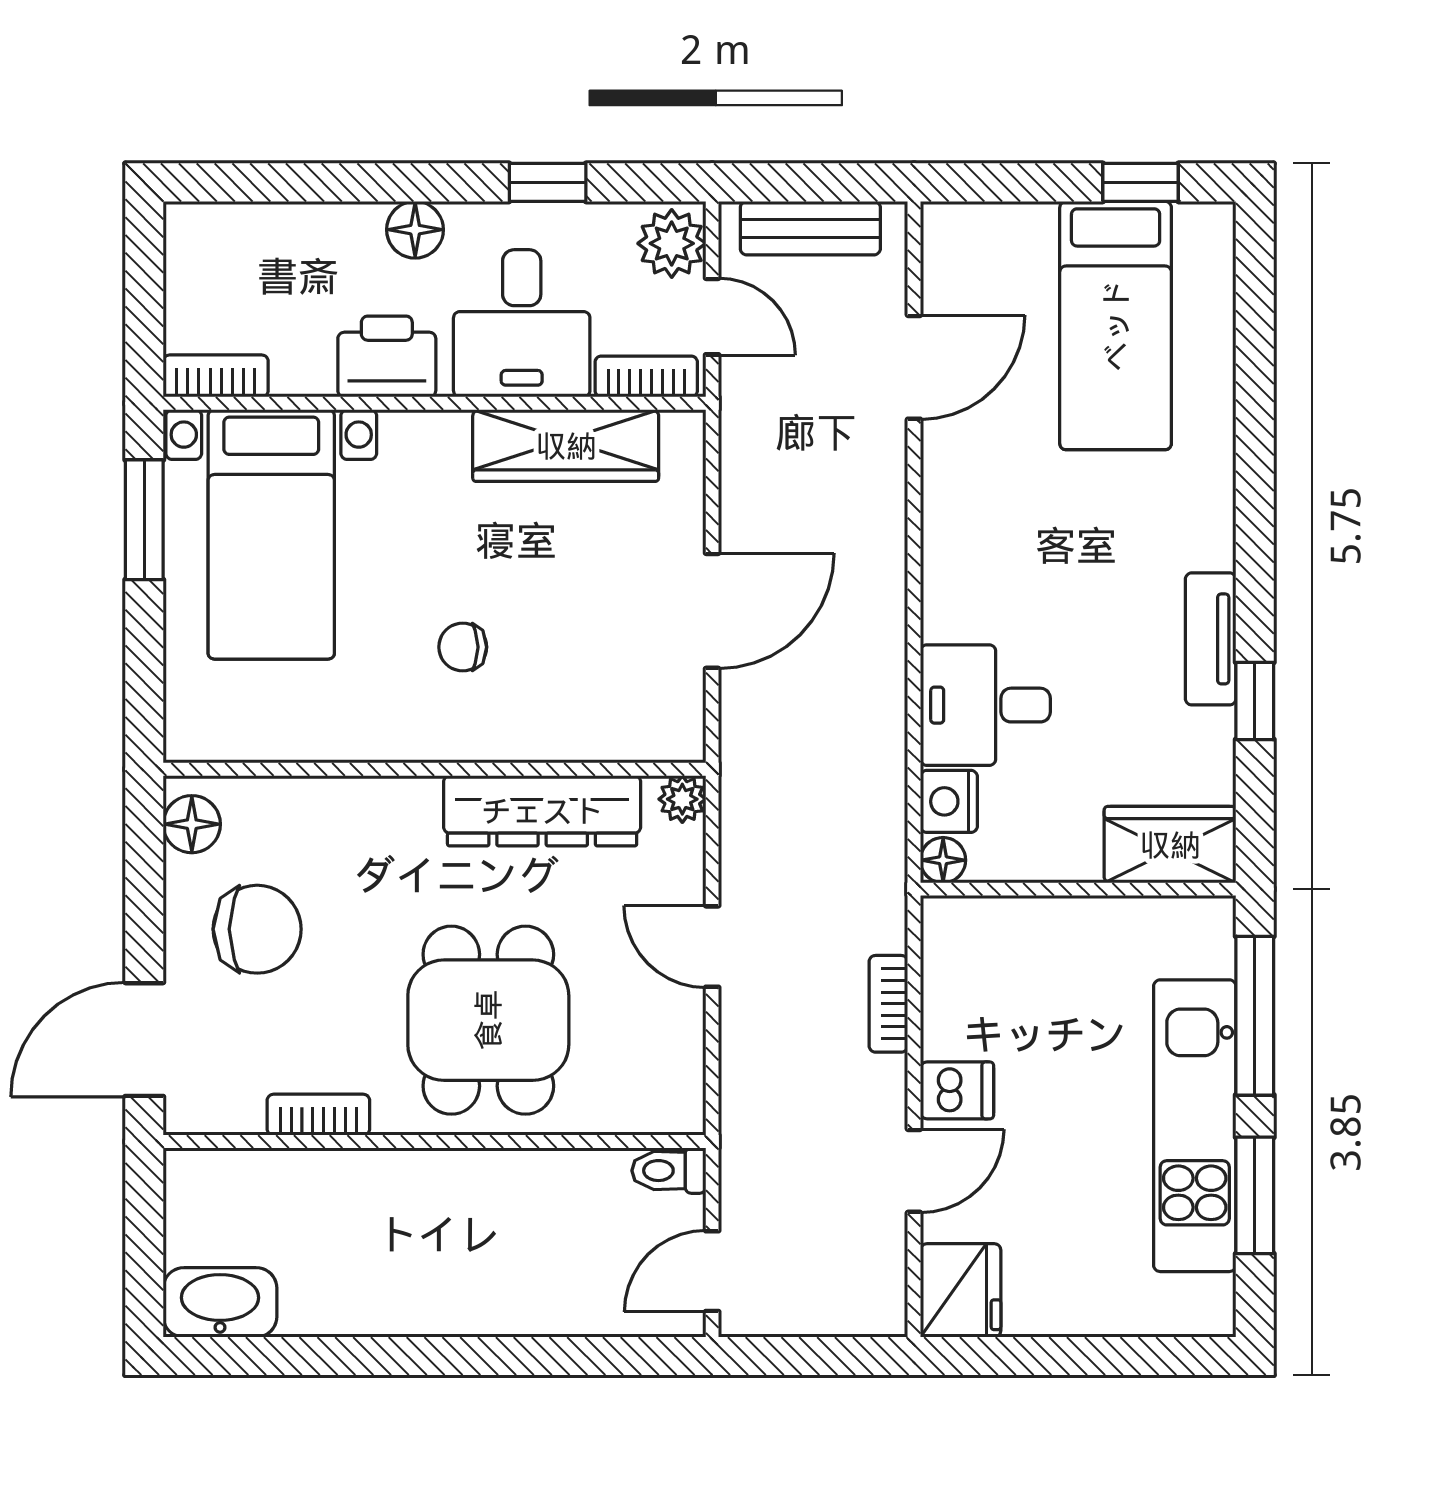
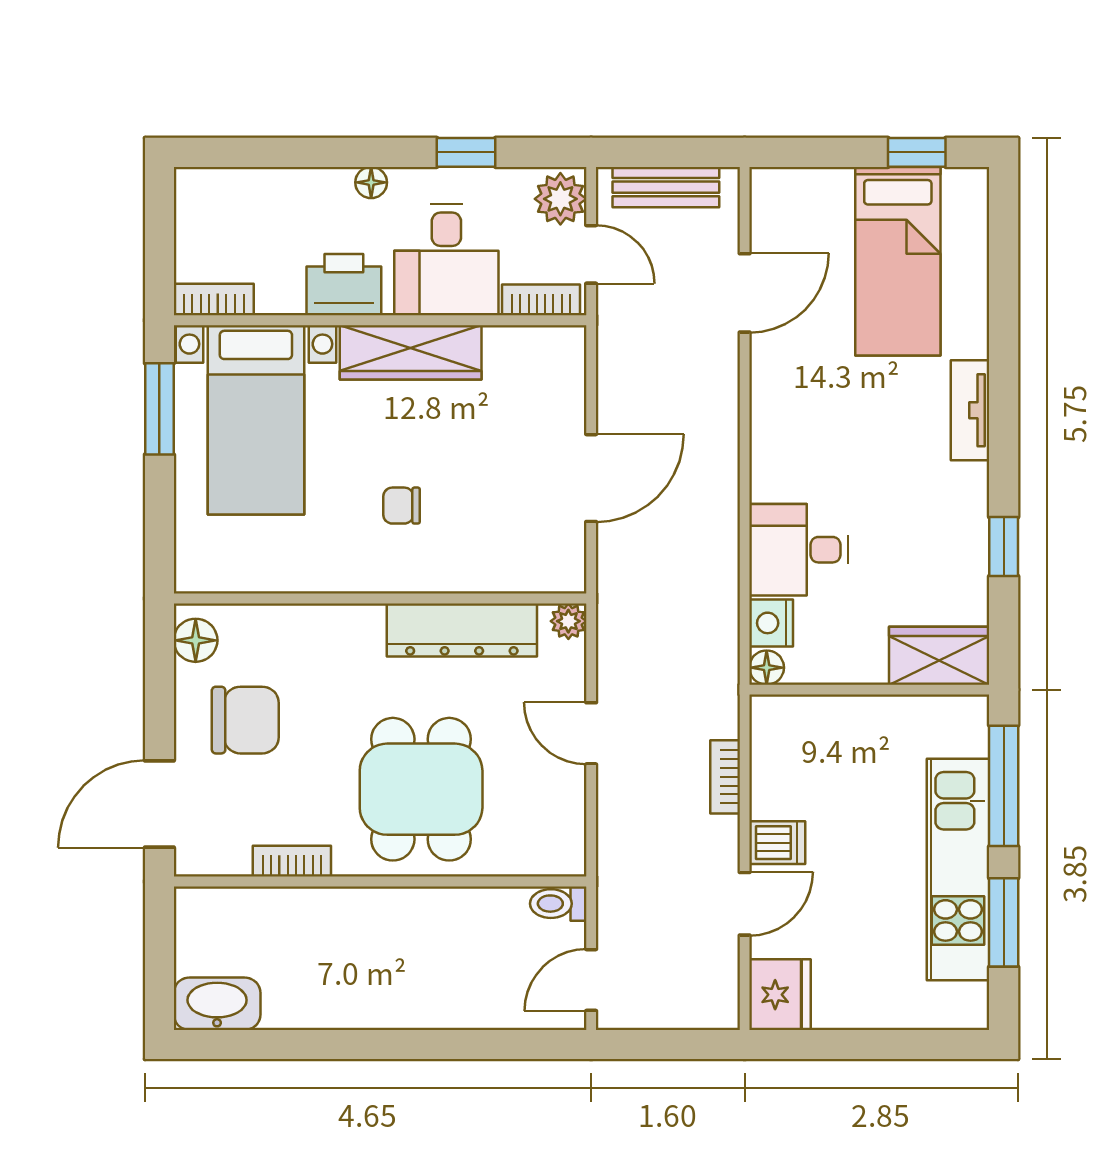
floor lamp: (415, 230) -> (371, 182), width x0.73, depth x0.73
wardrobe: (566, 446) -> (411, 352), moved
tv unit: (1211, 639) -> (970, 410), moved

